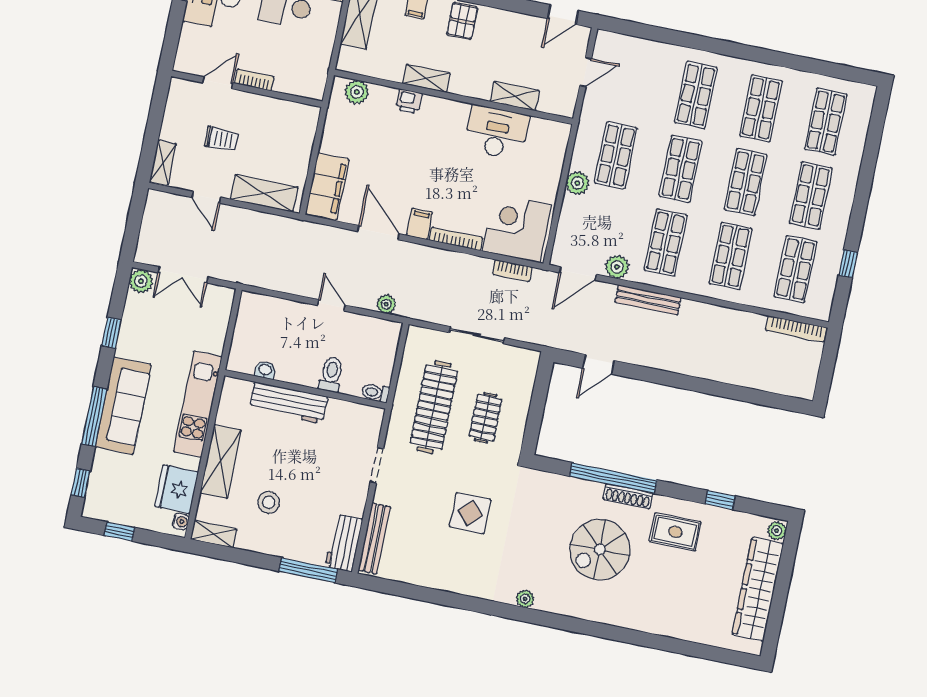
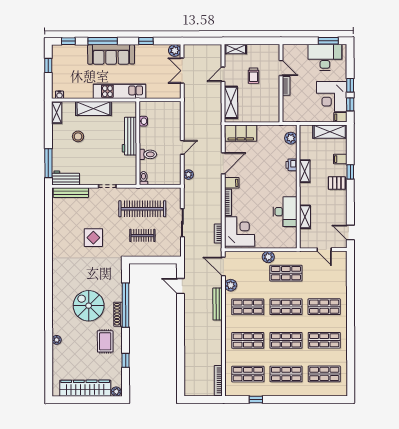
fridge: (177, 489) -> (75, 89), removed
plant: (525, 599) -> (57, 340), moved

